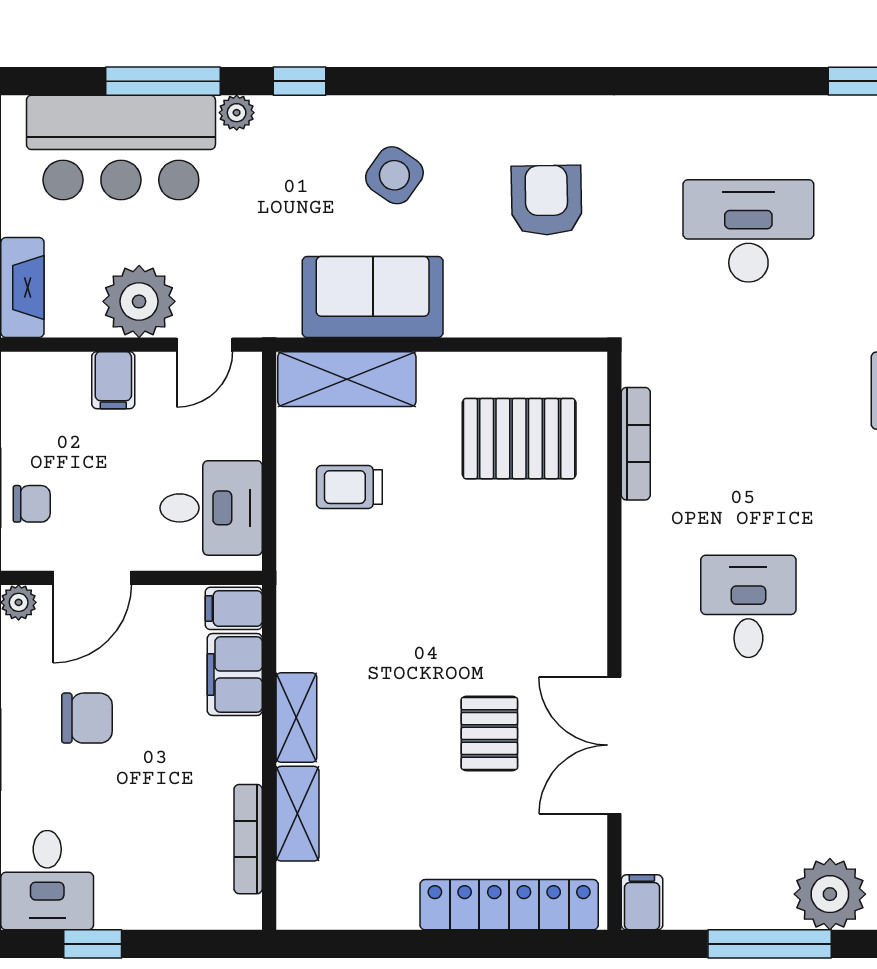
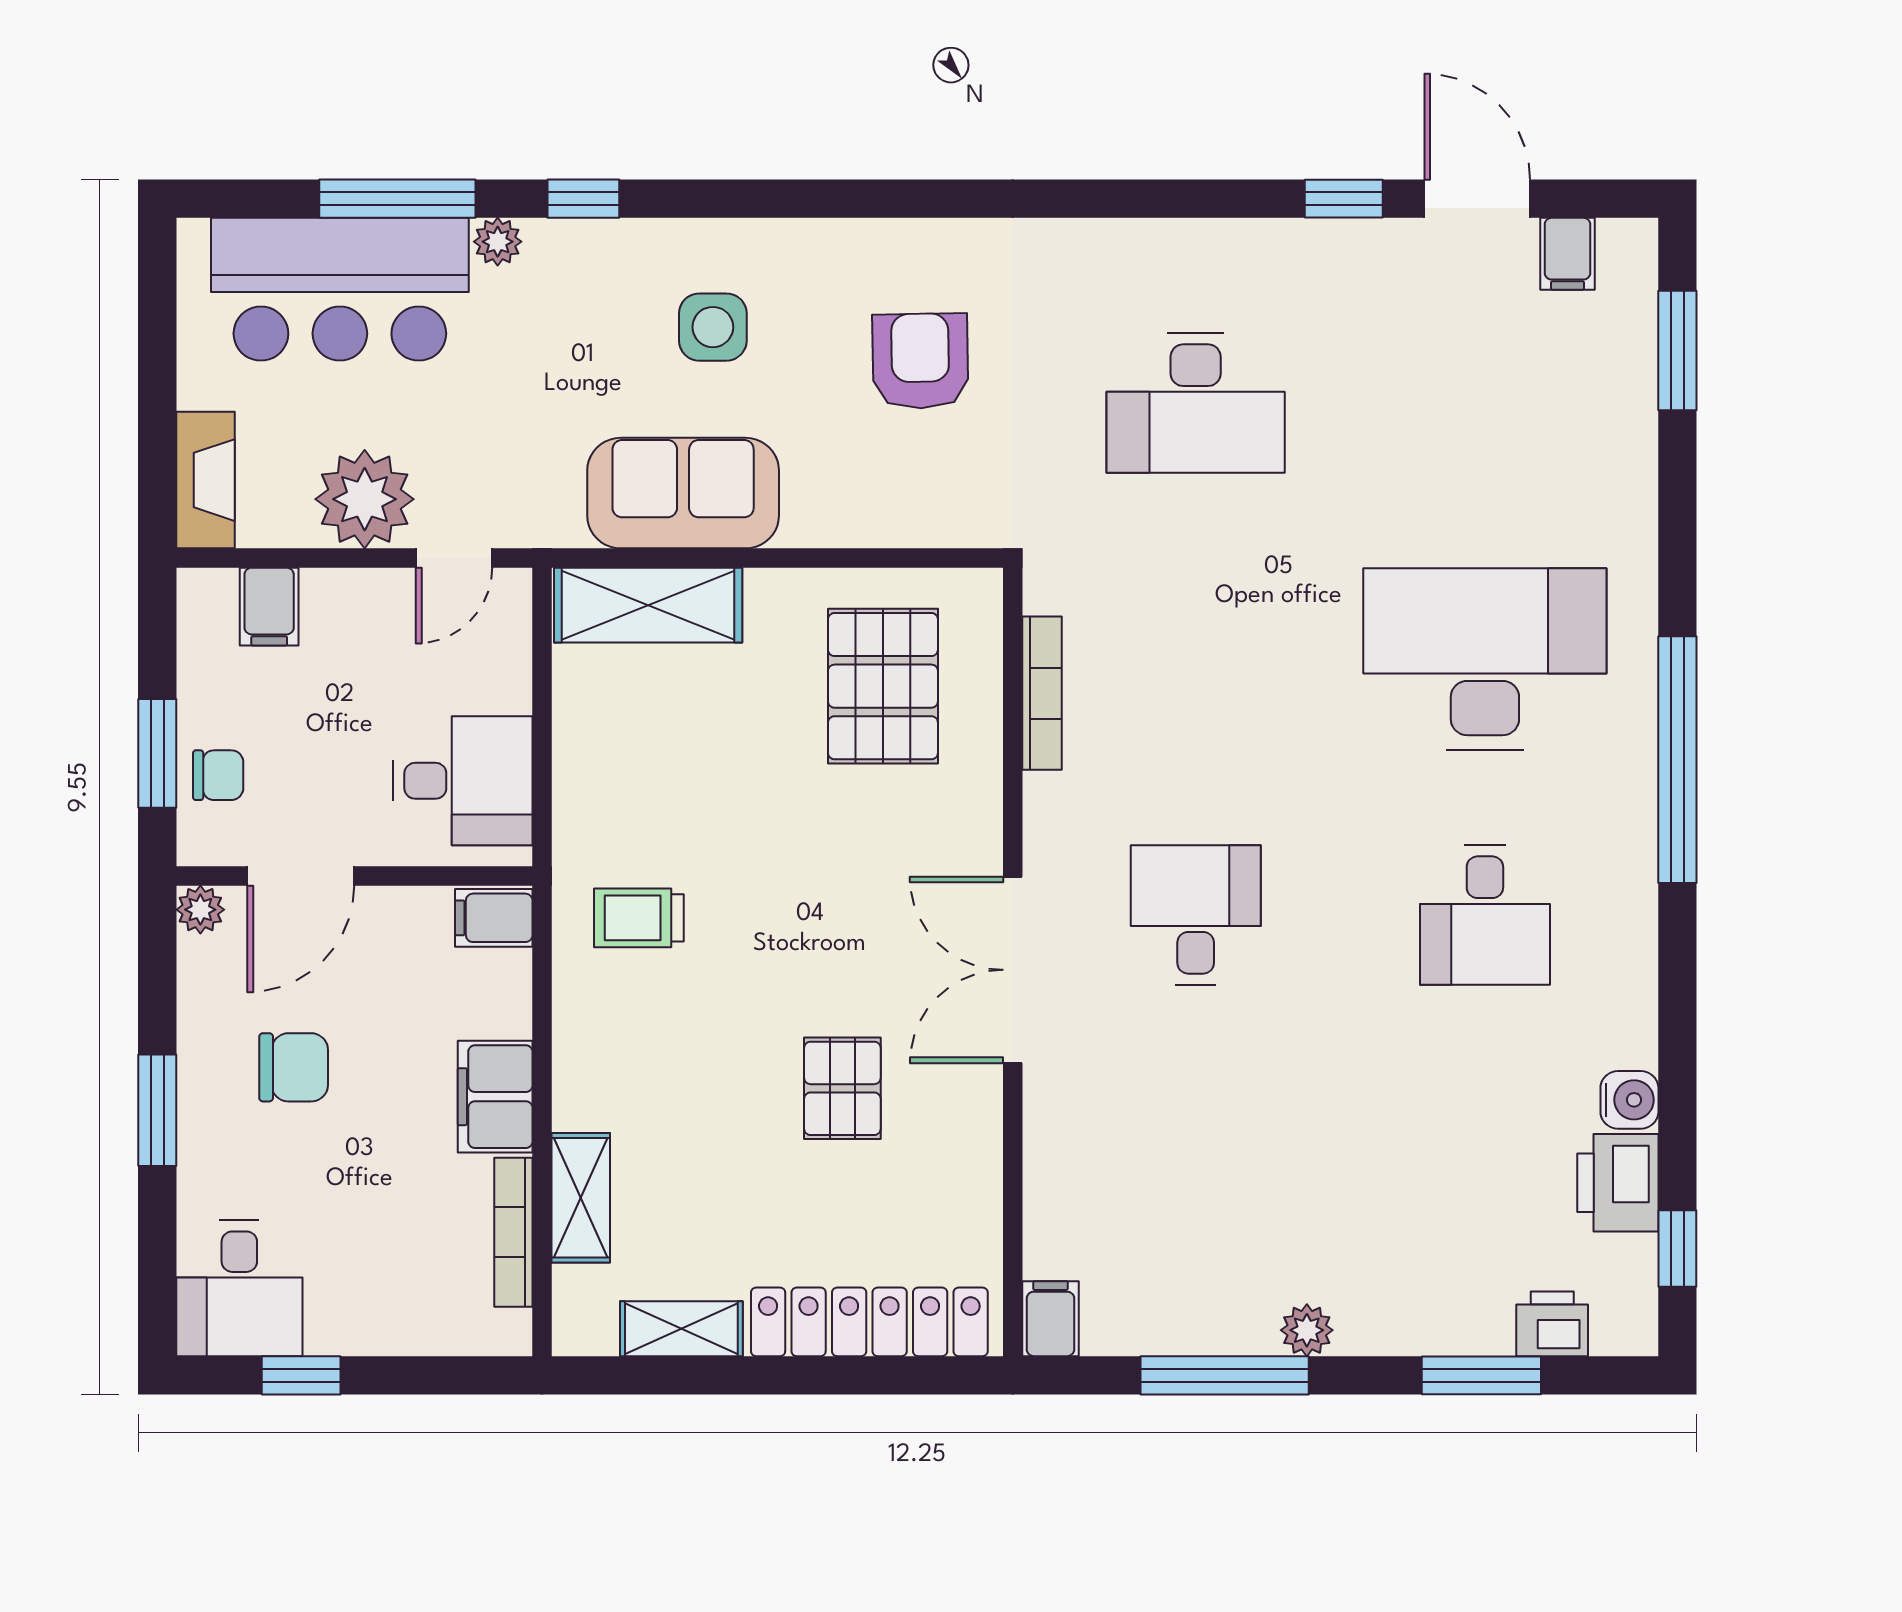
side table: (394, 175) -> (713, 327), turned -35
desk: (748, 231) -> (1196, 403), turned 180
filing cabinet: (113, 380) -> (269, 607), moved
pallet: (519, 439) -> (883, 686), turned 90
trolley: (349, 487) -> (639, 918), moved
filing cabinet: (235, 675) -> (495, 1097), moved
shelving: (296, 718) -> (681, 1329), moved, turned 90
double door: (614, 745) -> (1013, 970), moved
plant: (830, 894) -> (1307, 1330), width x0.53, depth x0.53

